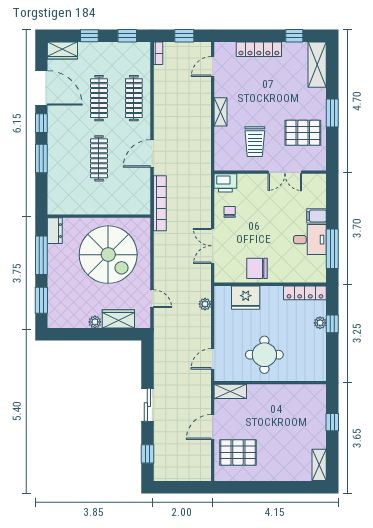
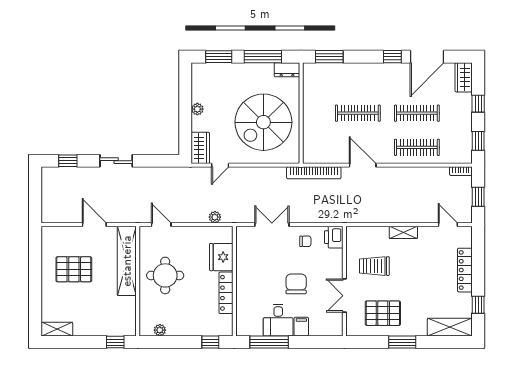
pallet: (303, 133) -> (383, 313), turned 90
window: (41, 158) -> (329, 57), moved
chair: (257, 268) -> (296, 284), moved
locker: (305, 293) -> (226, 293), moved
wardrobe: (118, 319) -> (200, 148), moved
plant: (320, 323) -> (160, 330), moved
window: (332, 324) -> (210, 342), moved
shelving: (230, 391) -> (127, 261), width x2.20, depth x1.33
window: (332, 422) -> (115, 342), moved
pallet: (238, 452) -> (74, 269), moved, turned 90

